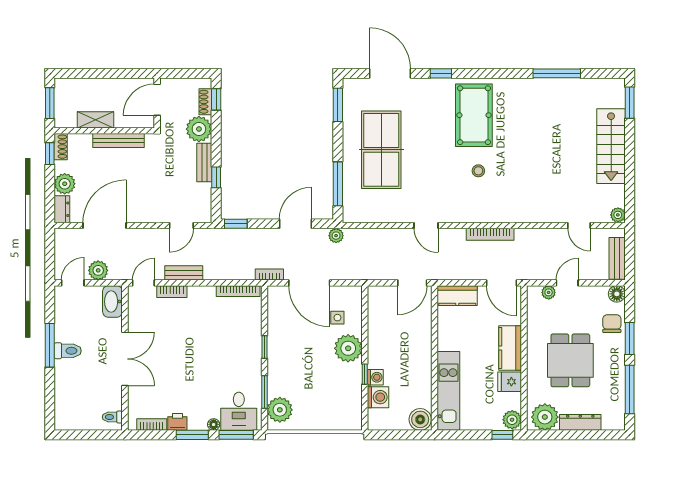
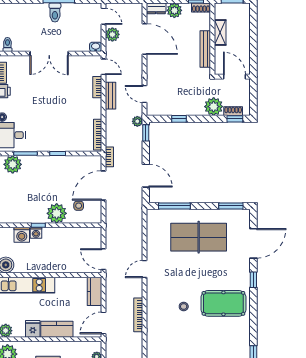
bench: (204, 163) -> (190, 110), removed
plant: (336, 236) -> (137, 121), moved
washbasin: (112, 301) -> (96, 47), width x0.52, depth x0.69

